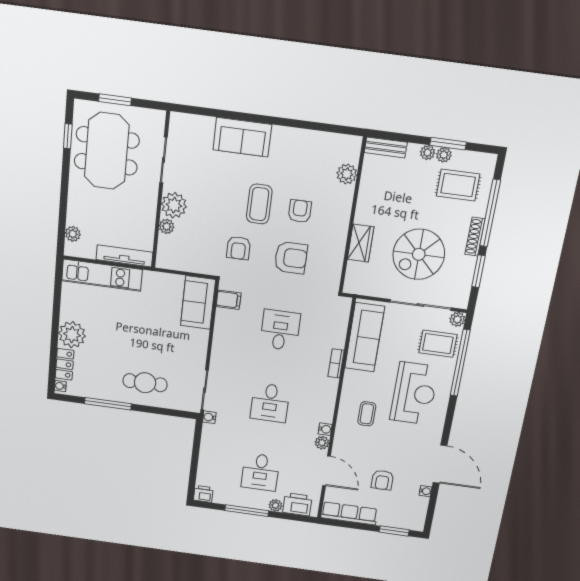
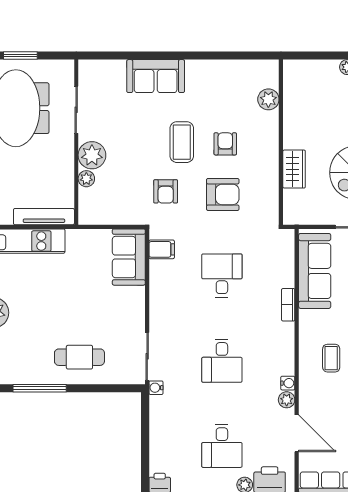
bench: (386, 147) -> (304, 68), removed

